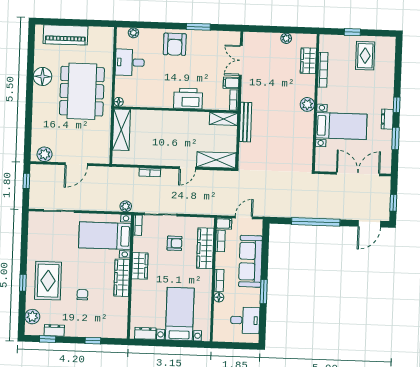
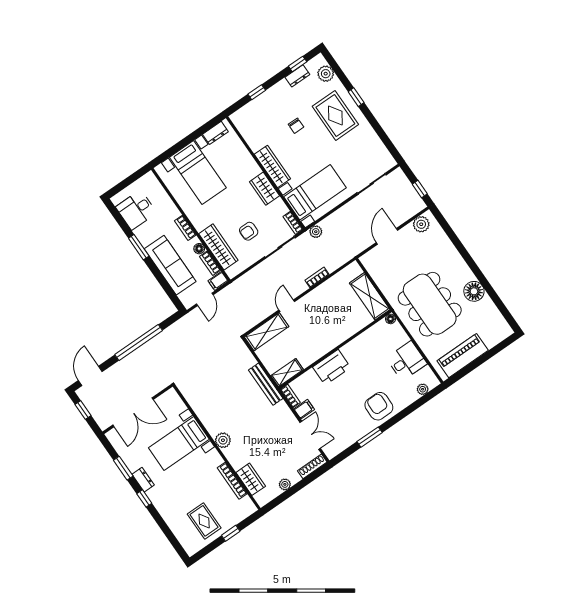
piano: (66, 35) -> (463, 356), moved
shoe rack: (256, 37) -> (312, 466), added
floor lamp: (219, 297) -> (199, 249), moved

